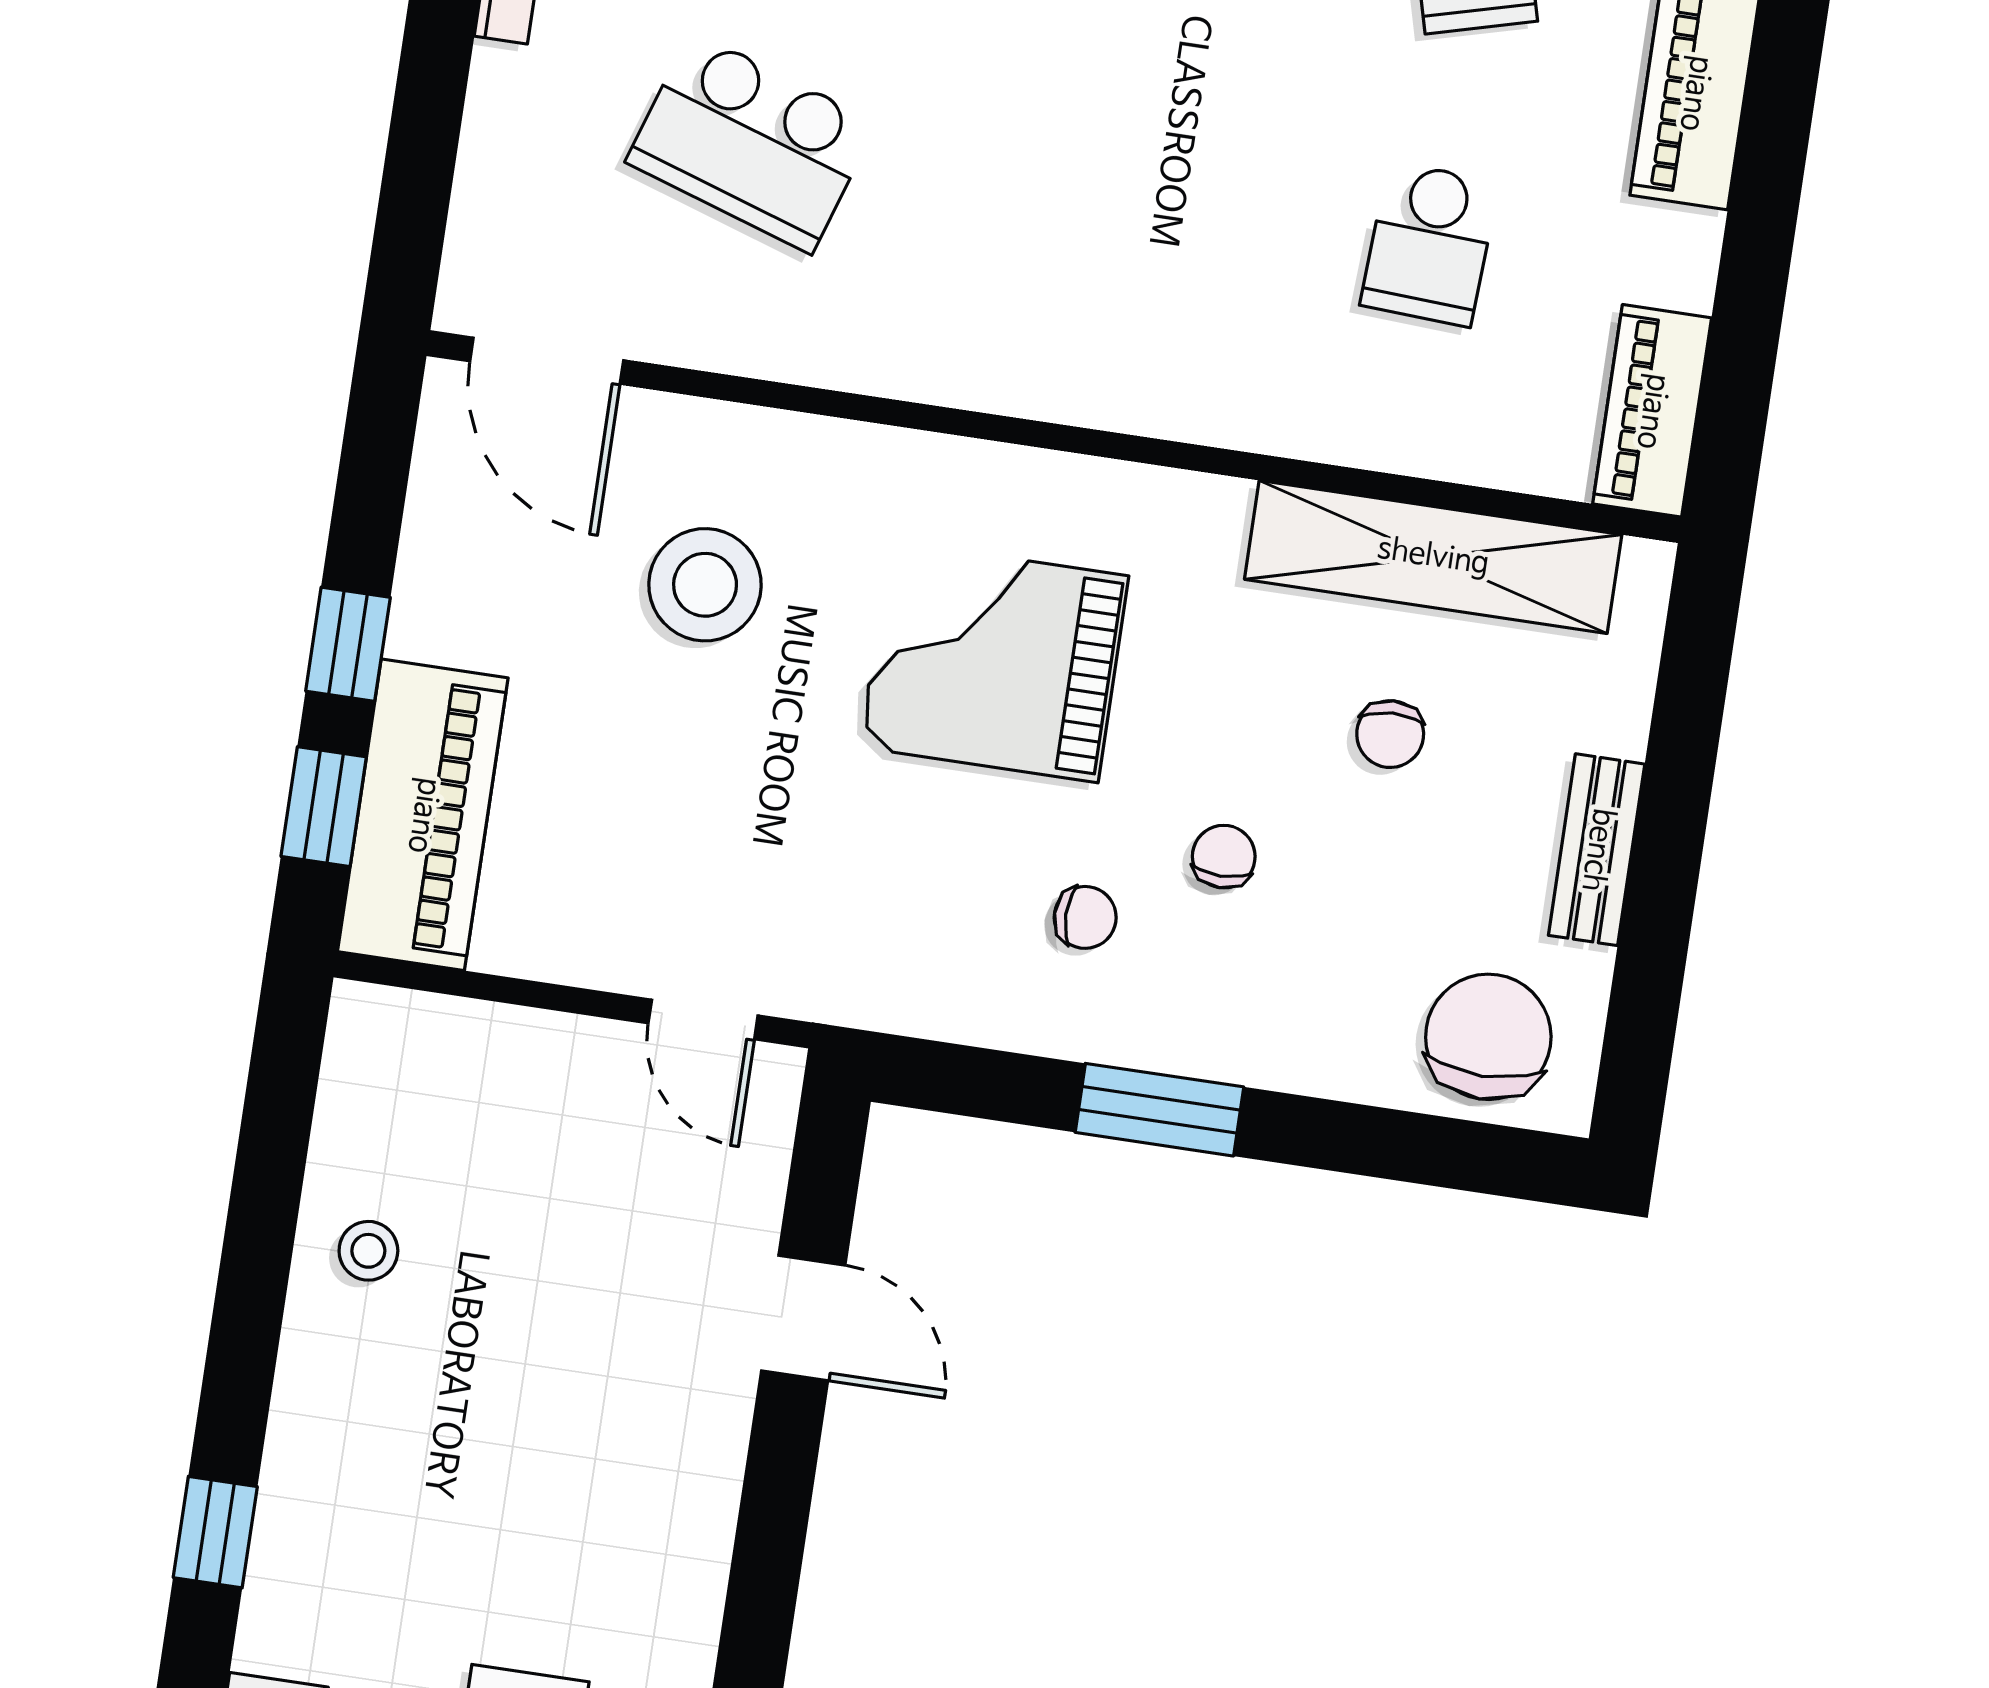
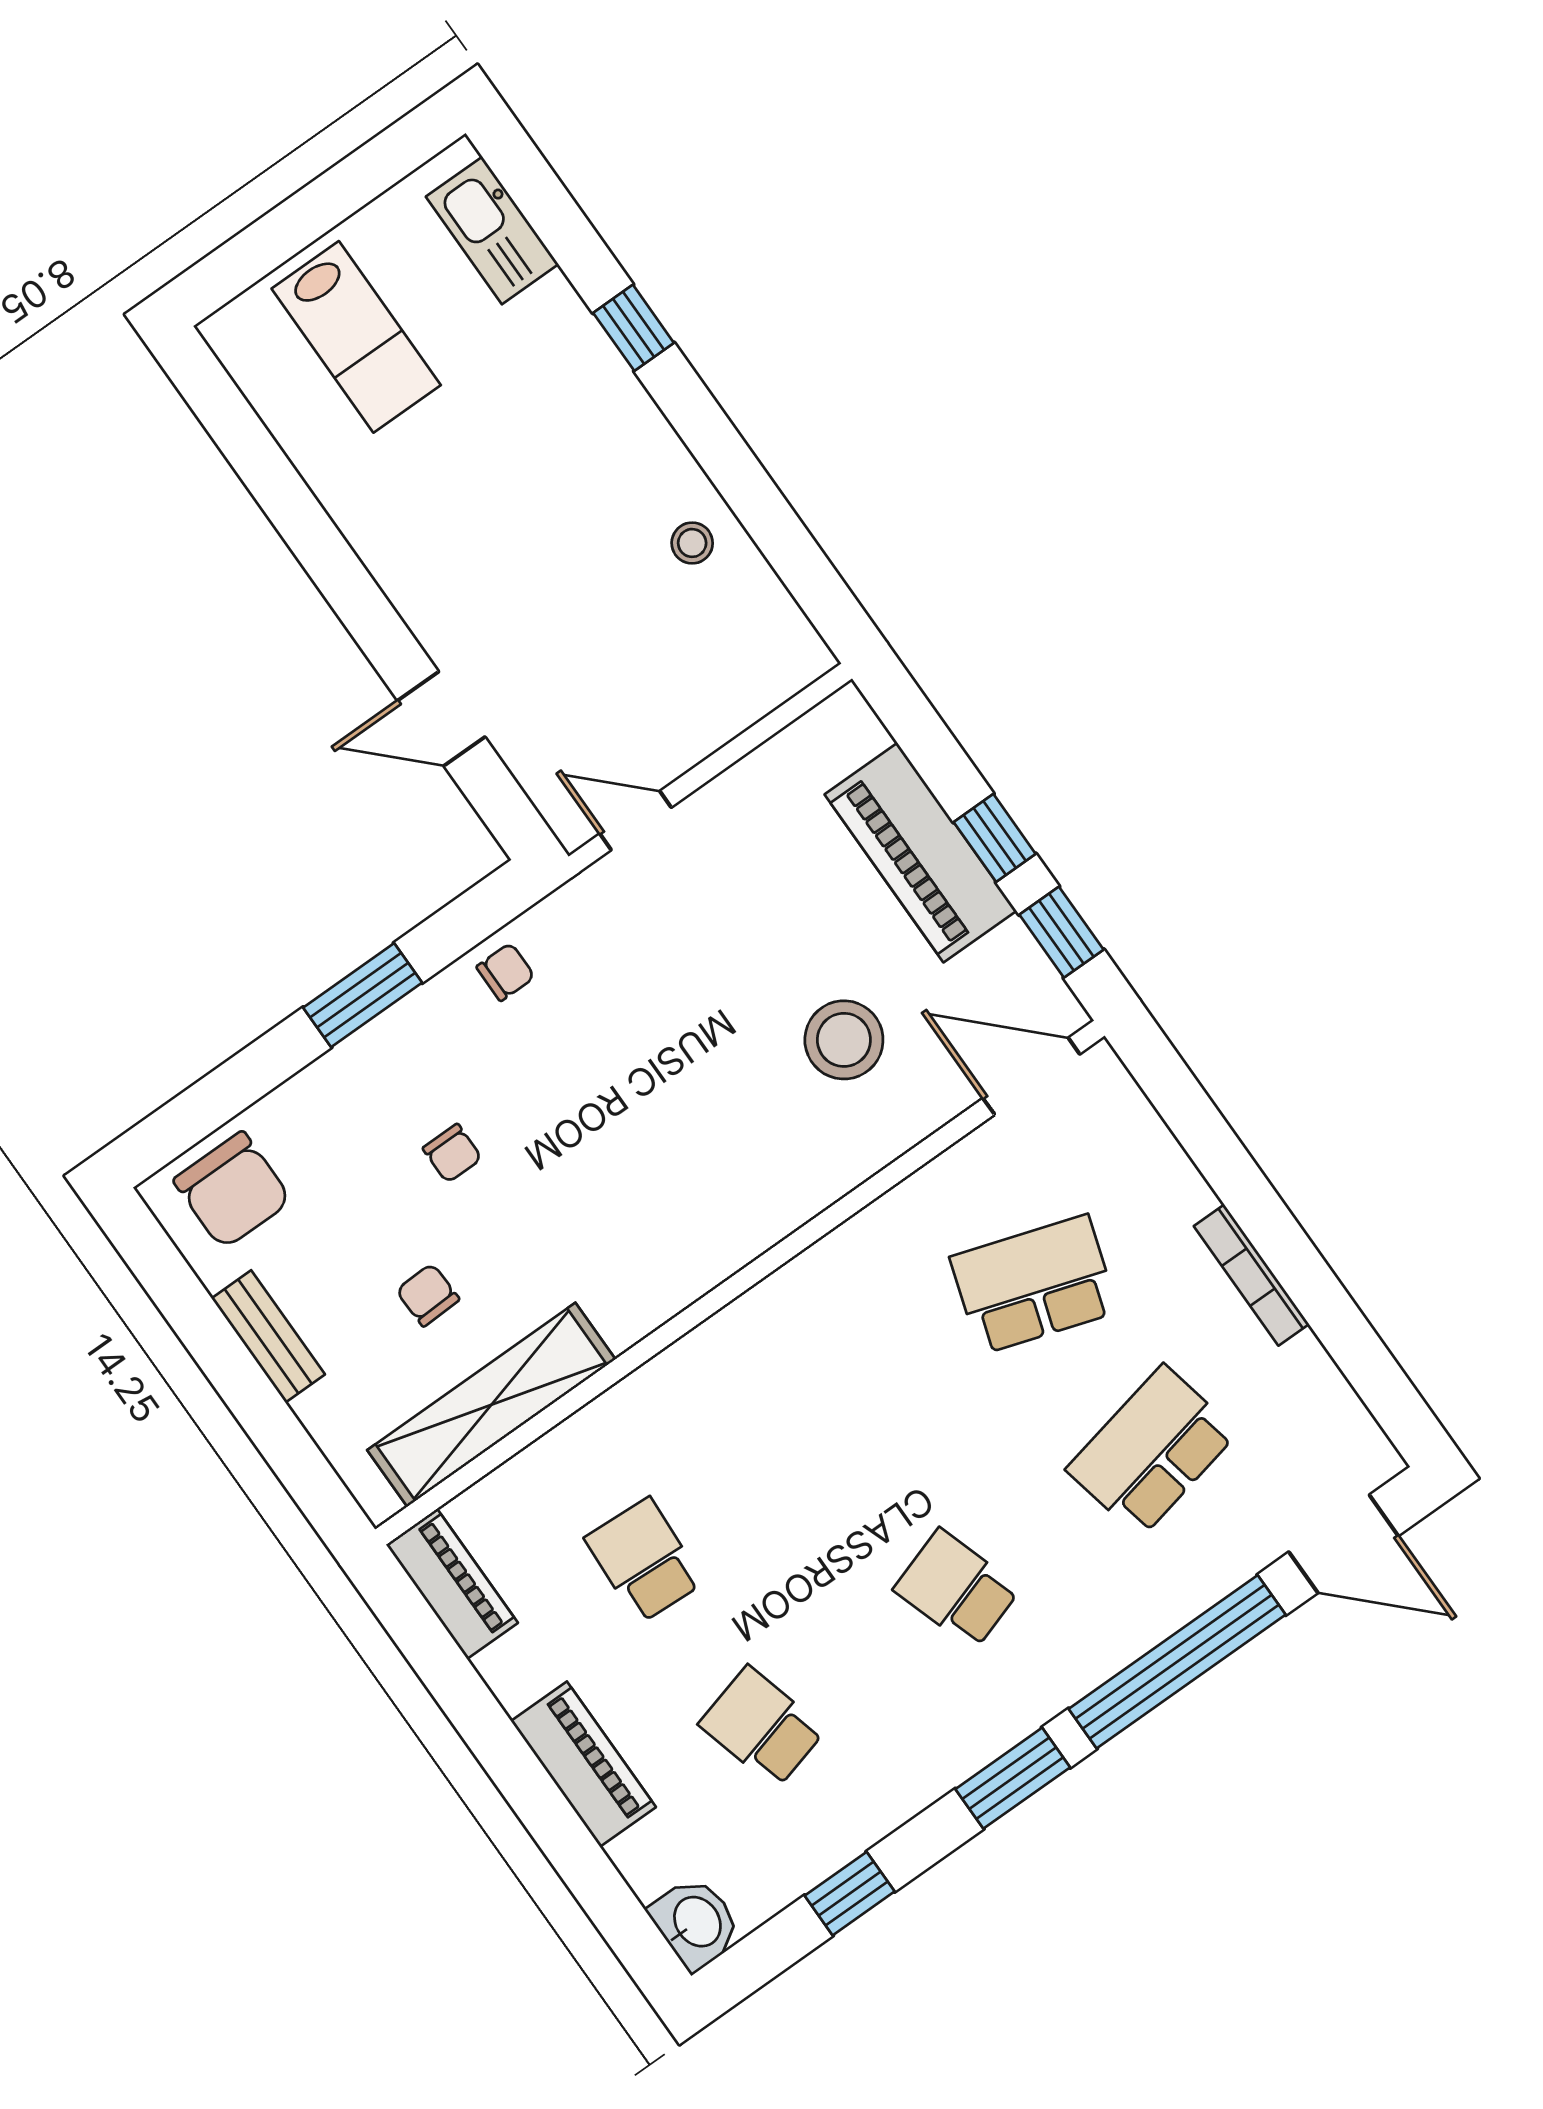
grand piano: (994, 662) -> (662, 1141), removed
window: (324, 807) -> (1061, 932), moved
piano: (423, 815) -> (921, 853), moved
chair: (1085, 917) -> (506, 972), moved, turned 180

